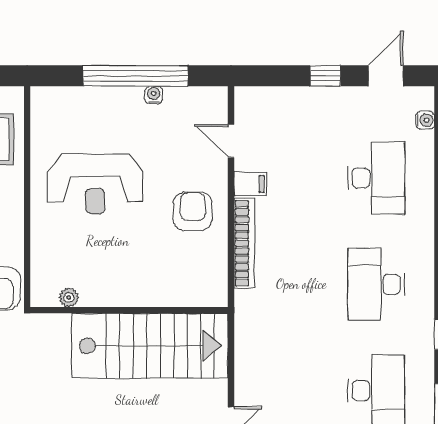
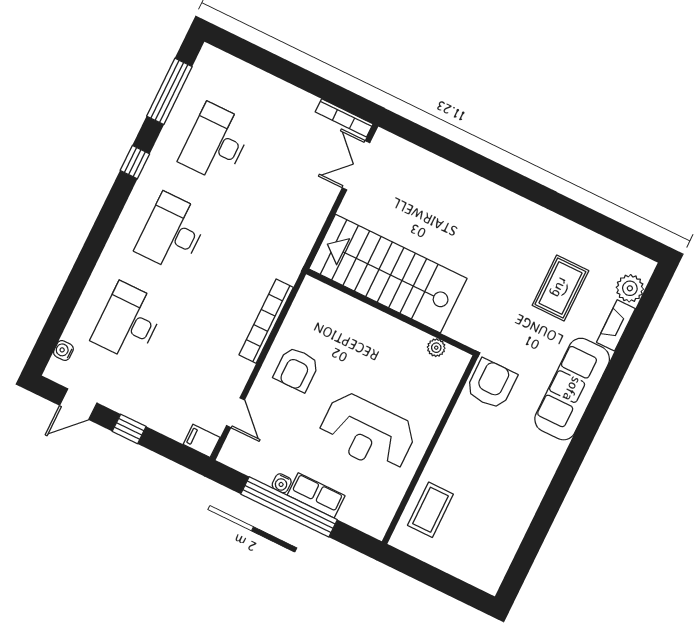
row of seats: (115, 99) -> (316, 495), added
reception desk: (95, 184) -> (367, 432), turned 180
filing cabinet: (250, 184) -> (202, 441), moved
desk: (376, 284) -> (172, 232), turned 180

